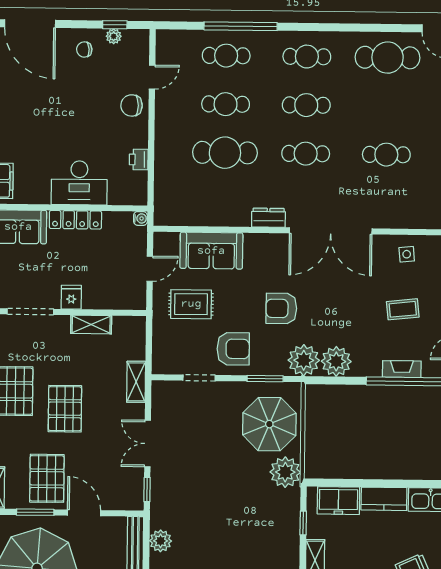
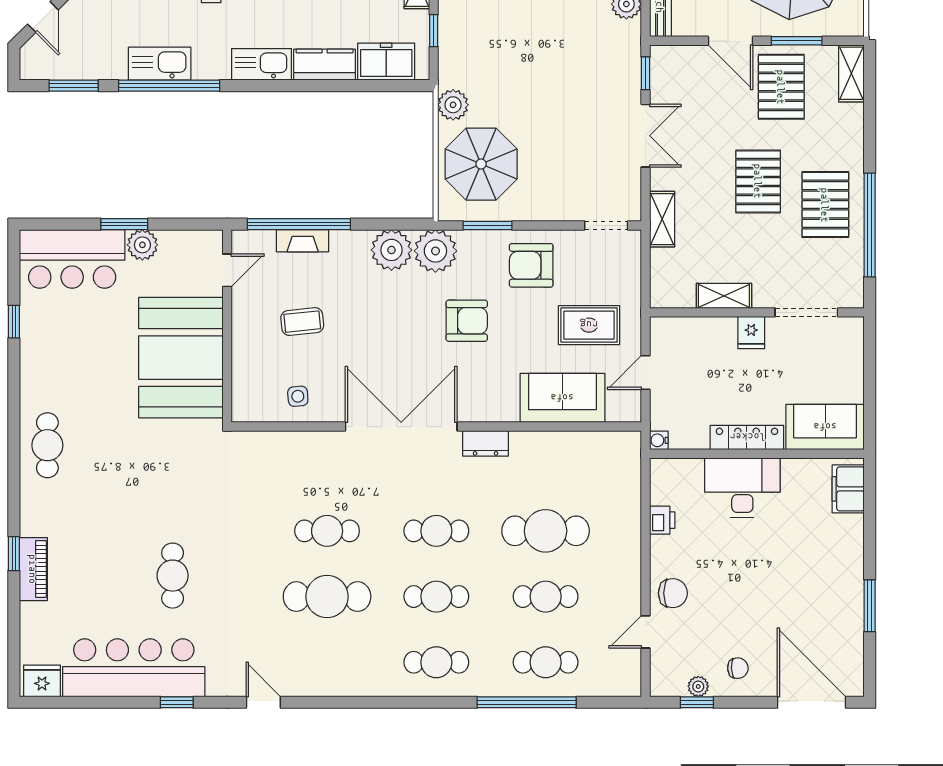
cafe table: (388, 58) -> (327, 597), moved
doorway: (199, 378) -> (606, 225), moved
plant: (285, 472) -> (453, 105), width x0.73, depth x0.73

